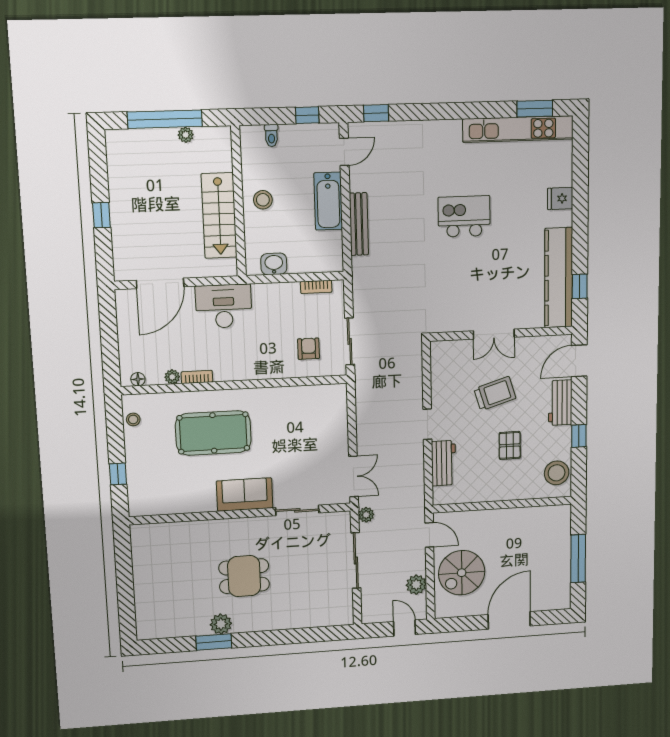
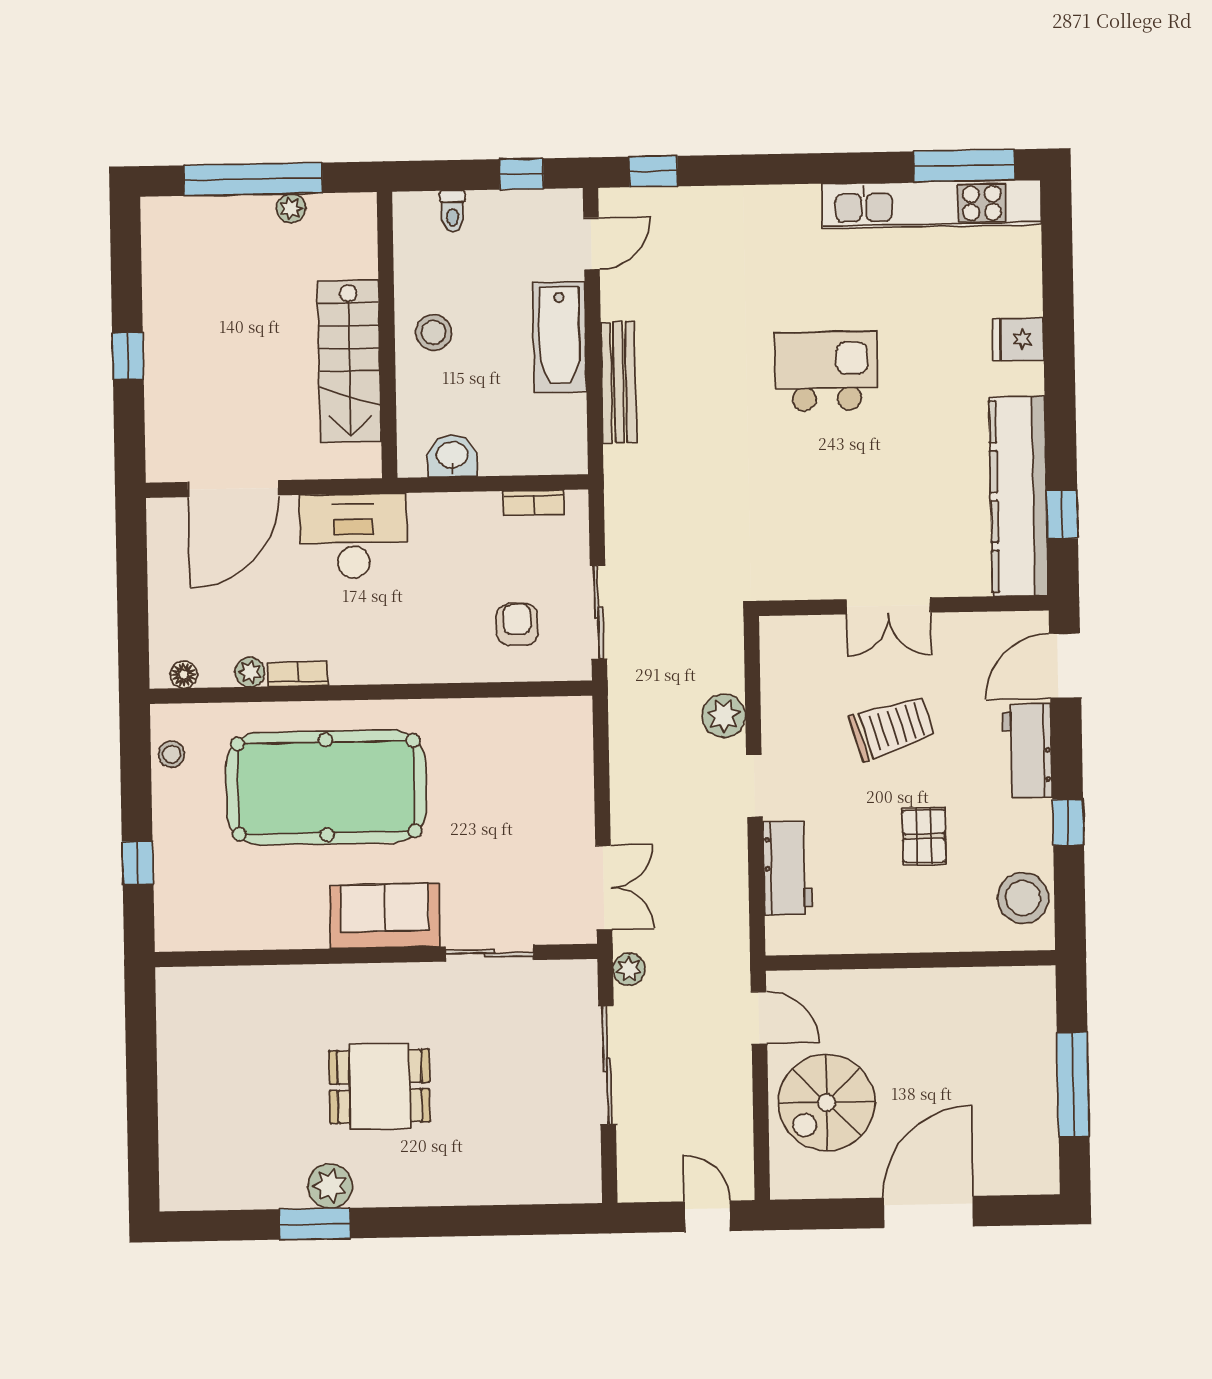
window: (535, 109) -> (964, 166), width x1.44
pool table: (213, 433) -> (326, 787), width x1.36, depth x1.32
plant: (416, 585) -> (724, 716), moved

